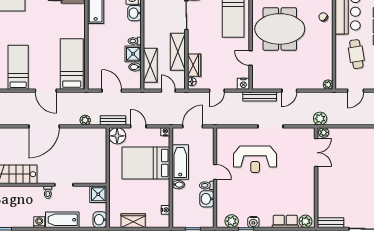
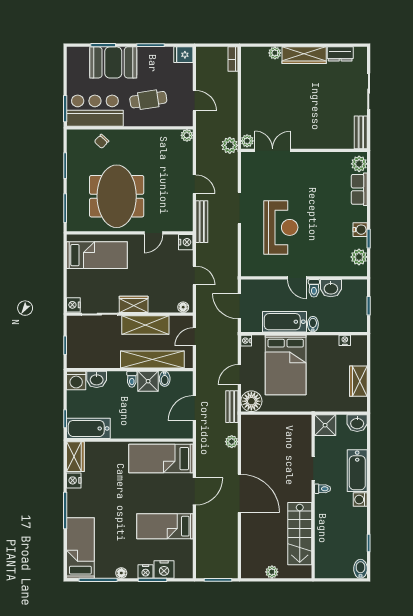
shelving: (150, 65) -> (152, 359), width x1.47
wardrobe: (194, 65) -> (134, 304), moved
door: (215, 172) -> (297, 278), swing flipped

